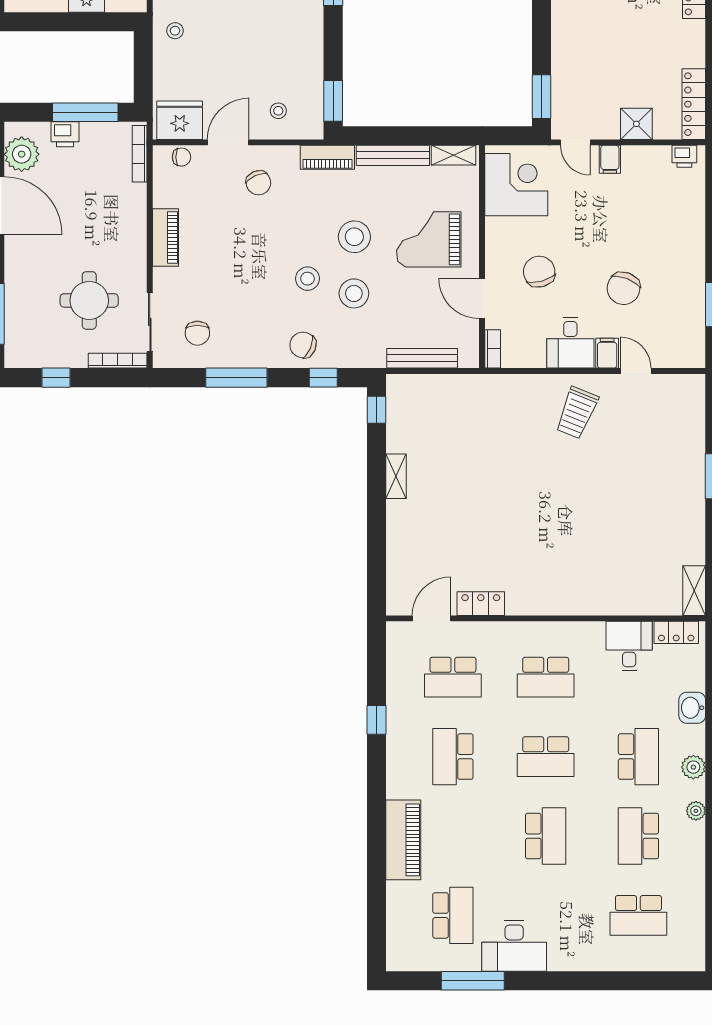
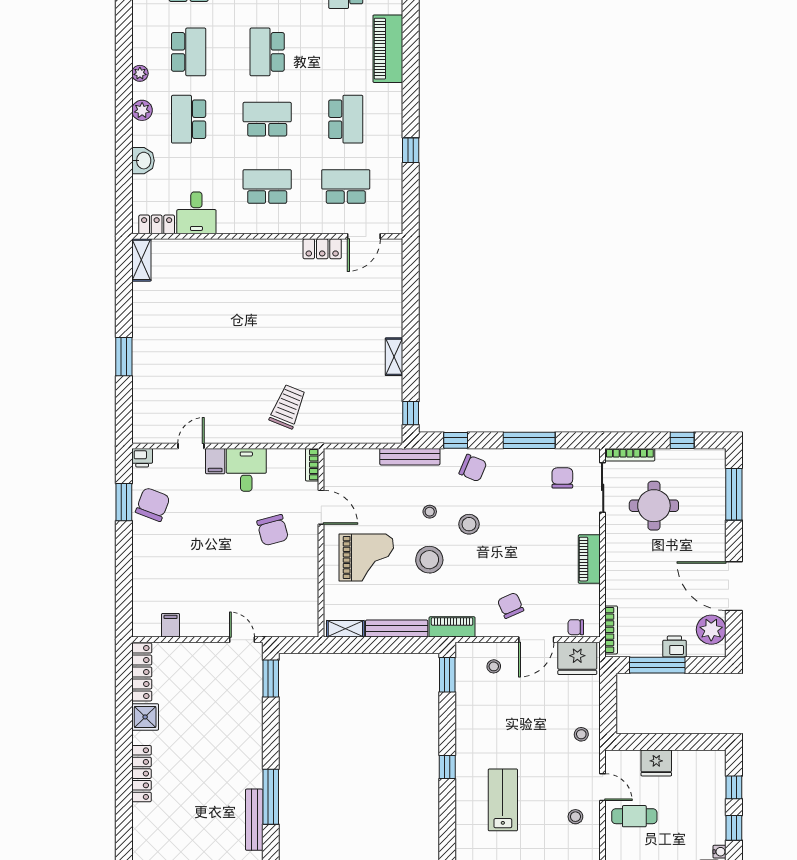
shower: (636, 124) -> (145, 717), moved
printer: (684, 156) -> (142, 458), moved, turned 180
filing cabinet: (610, 159) -> (171, 625), moved
corner desk: (516, 185) -> (292, 604), removed
chair: (623, 288) -> (153, 504), moved
stool: (354, 293) -> (430, 512), width x0.53, depth x0.53
bench: (422, 358) -> (410, 457), moved
door: (636, 371) -> (191, 446), swing flipped
trolley: (577, 413) -> (288, 407), moved

